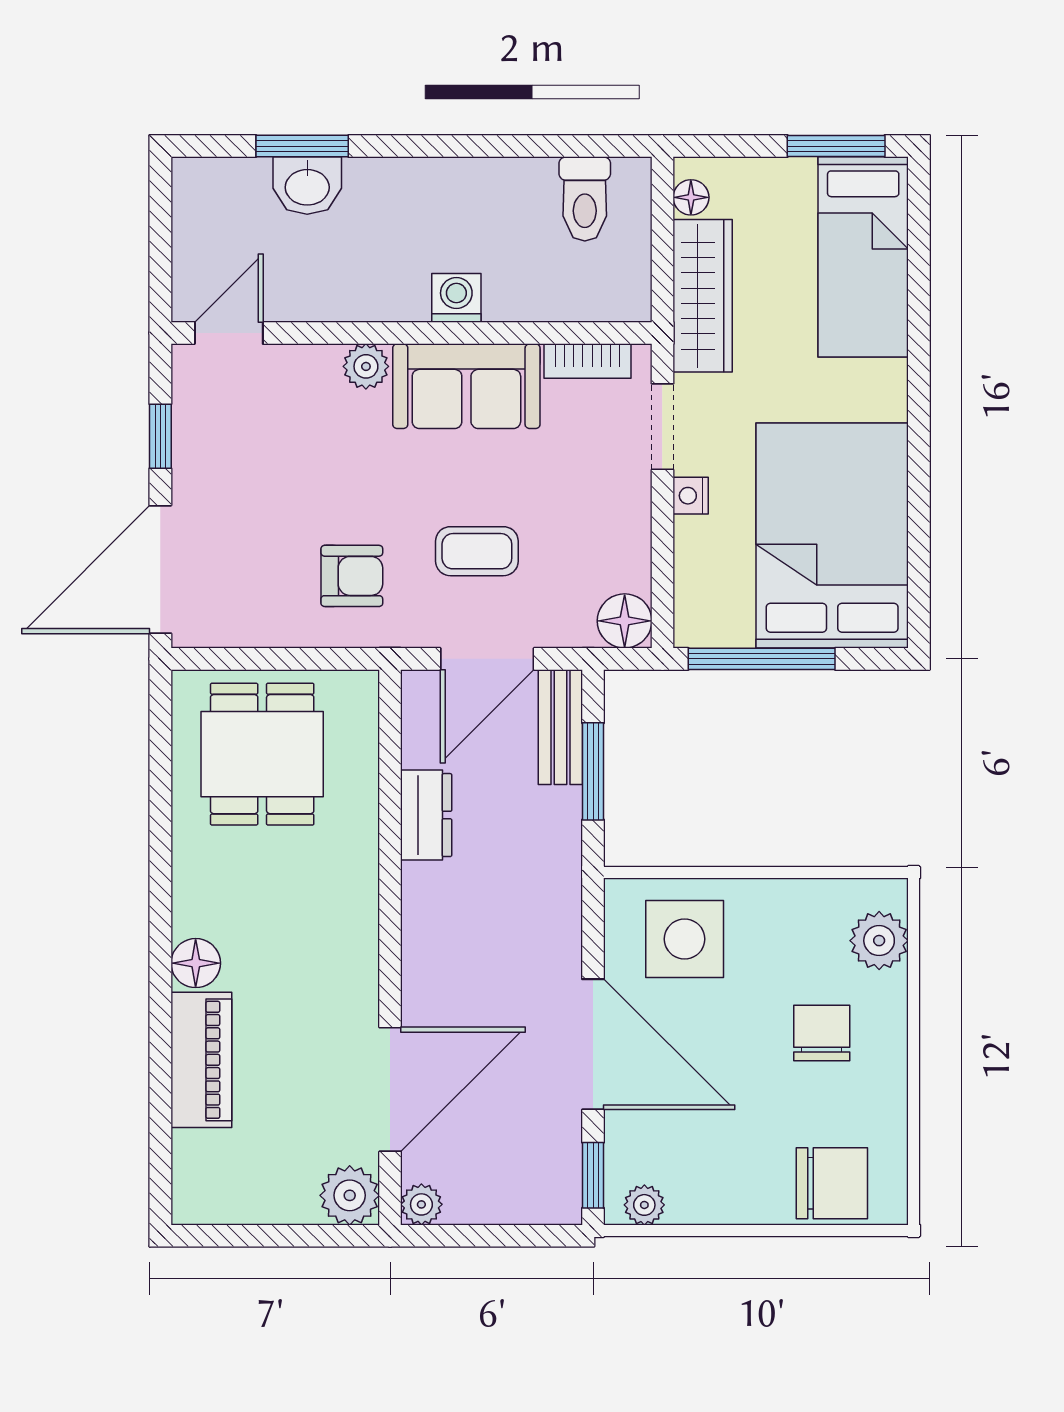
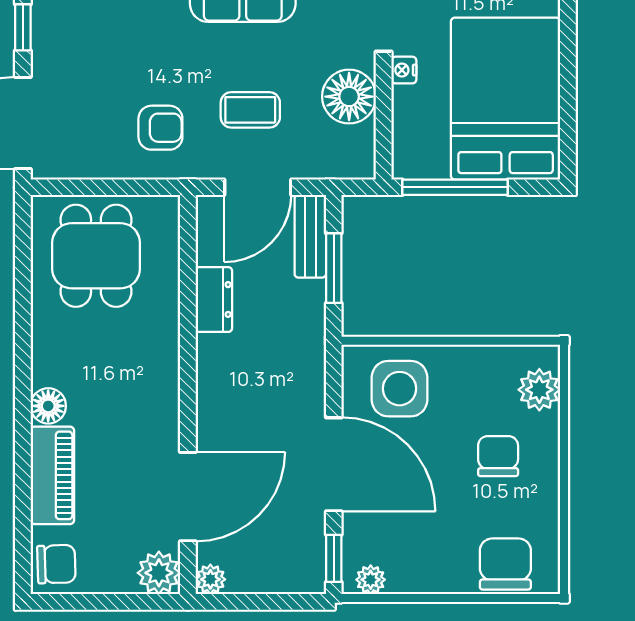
floor lamp: (625, 621) -> (349, 97), moved, width x1.38, depth x1.38
chair: (207, 1183) -> (56, 564), added
chair: (832, 1183) -> (505, 564), turned -90

